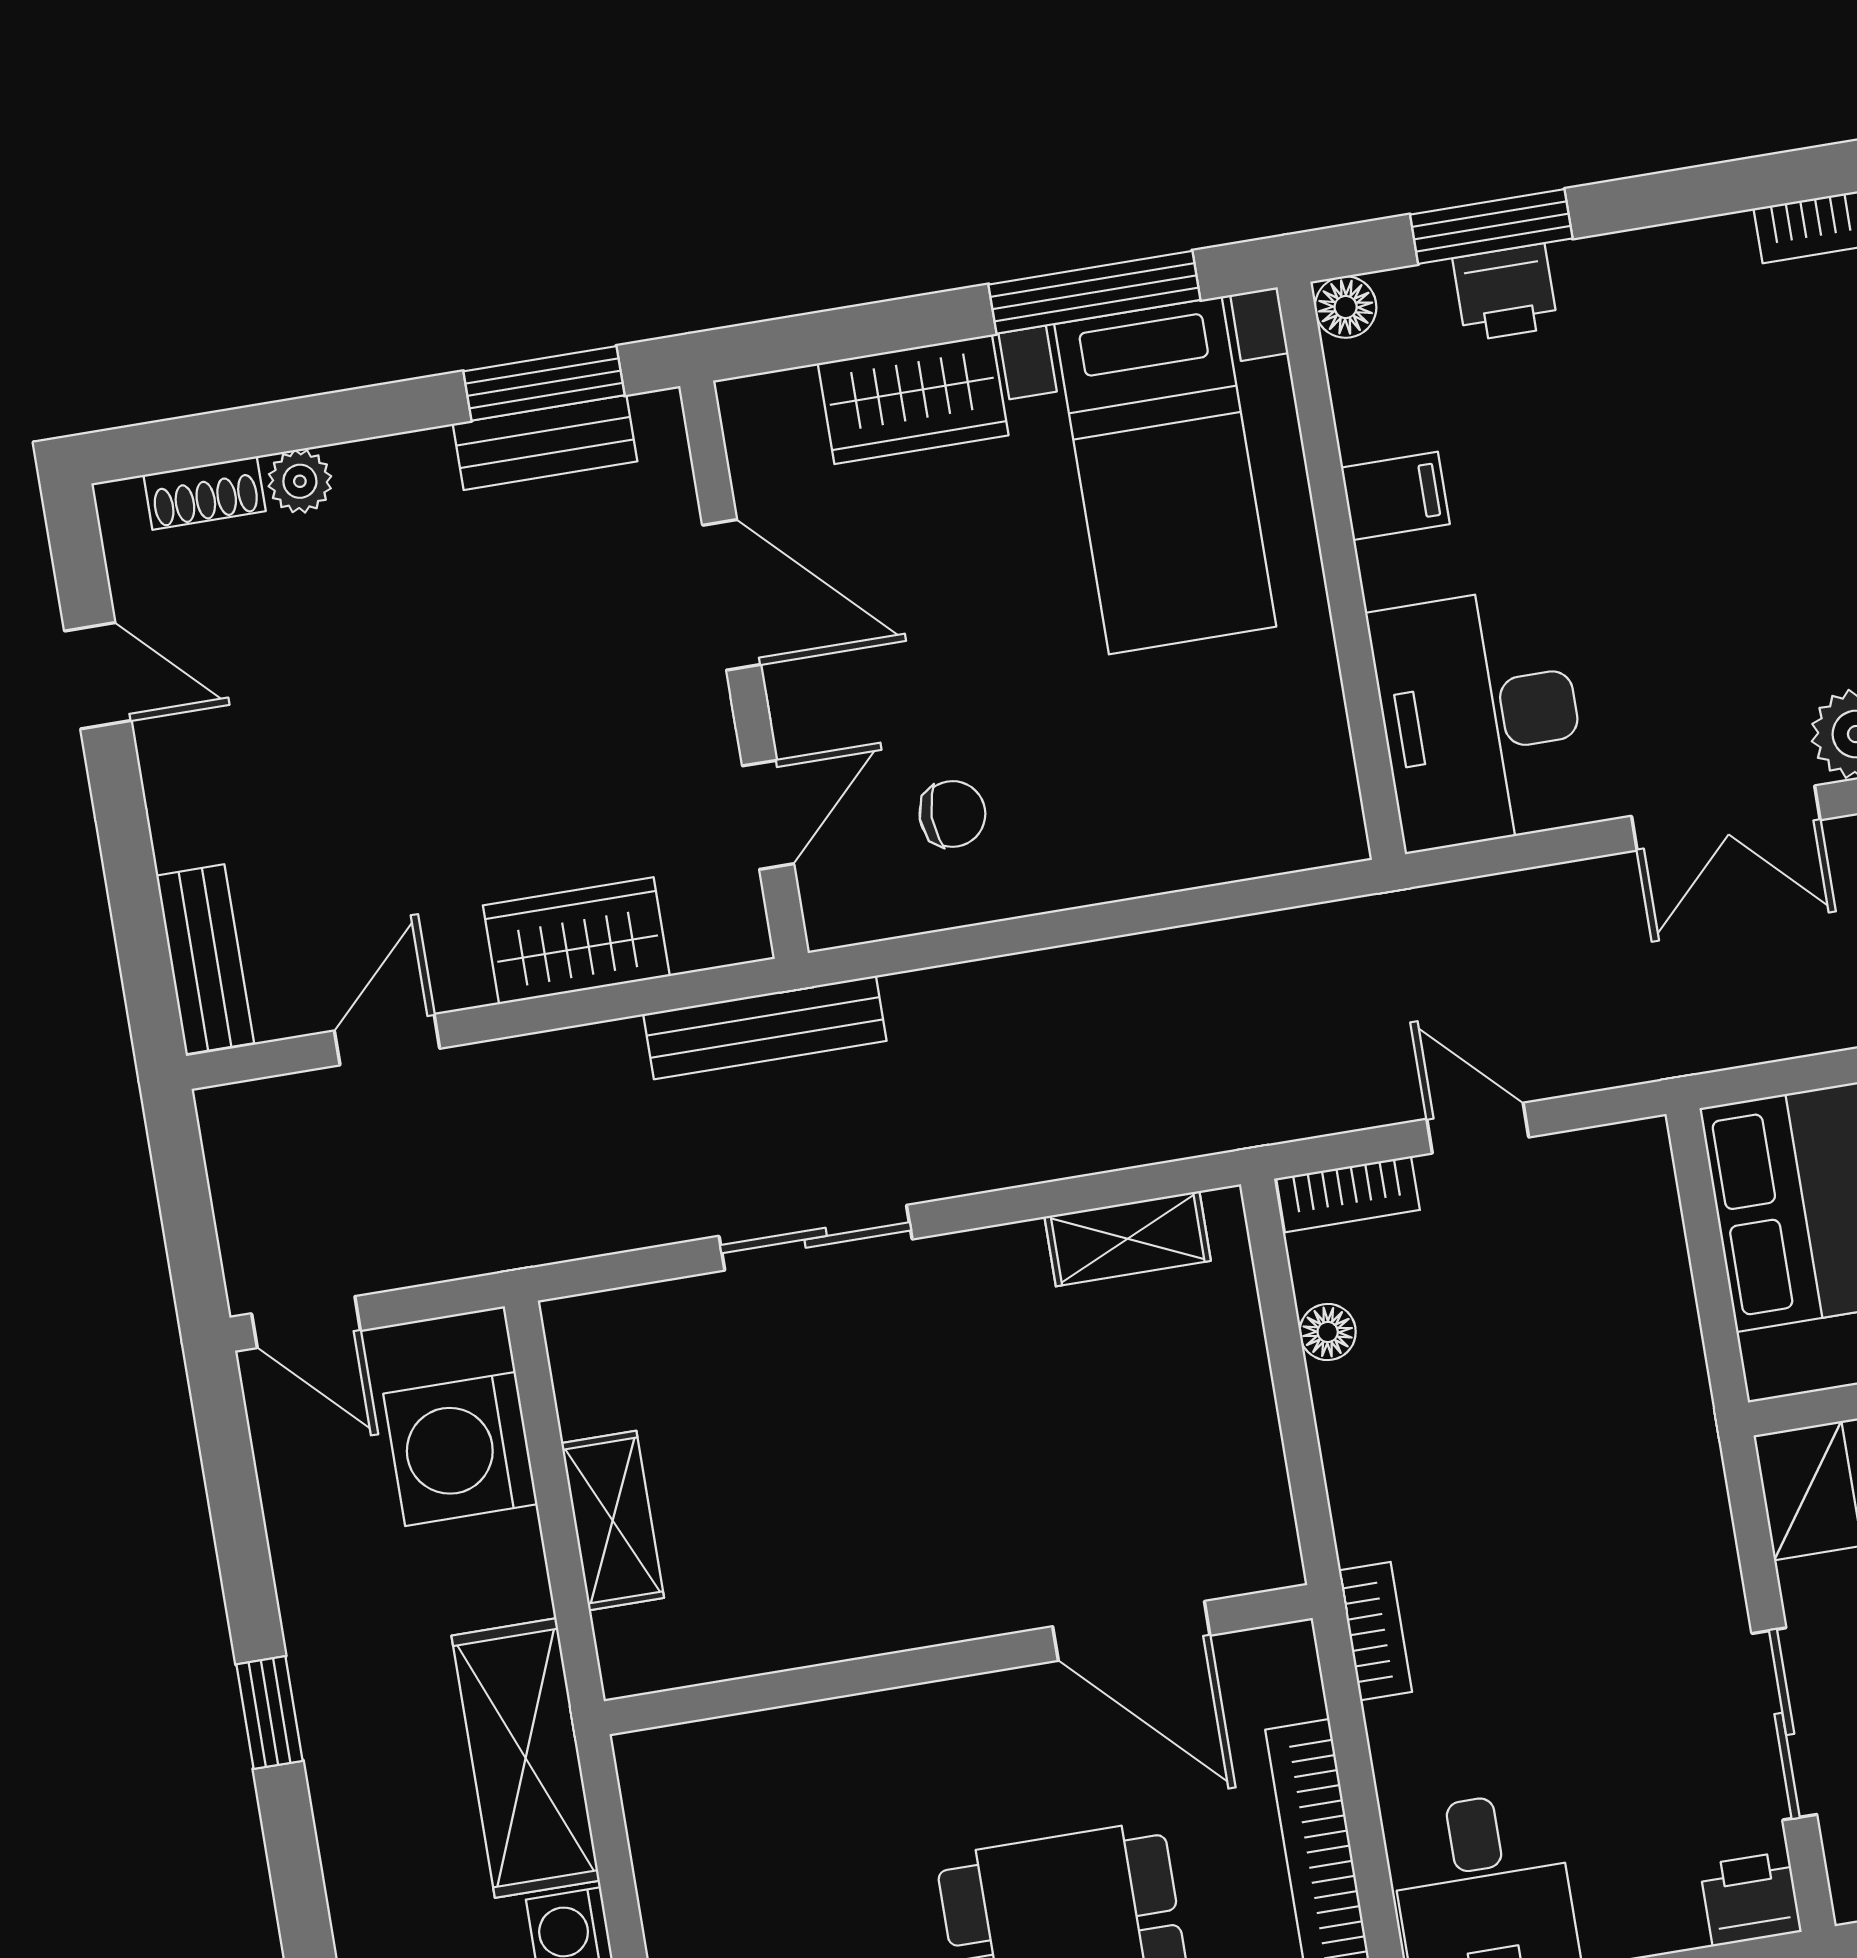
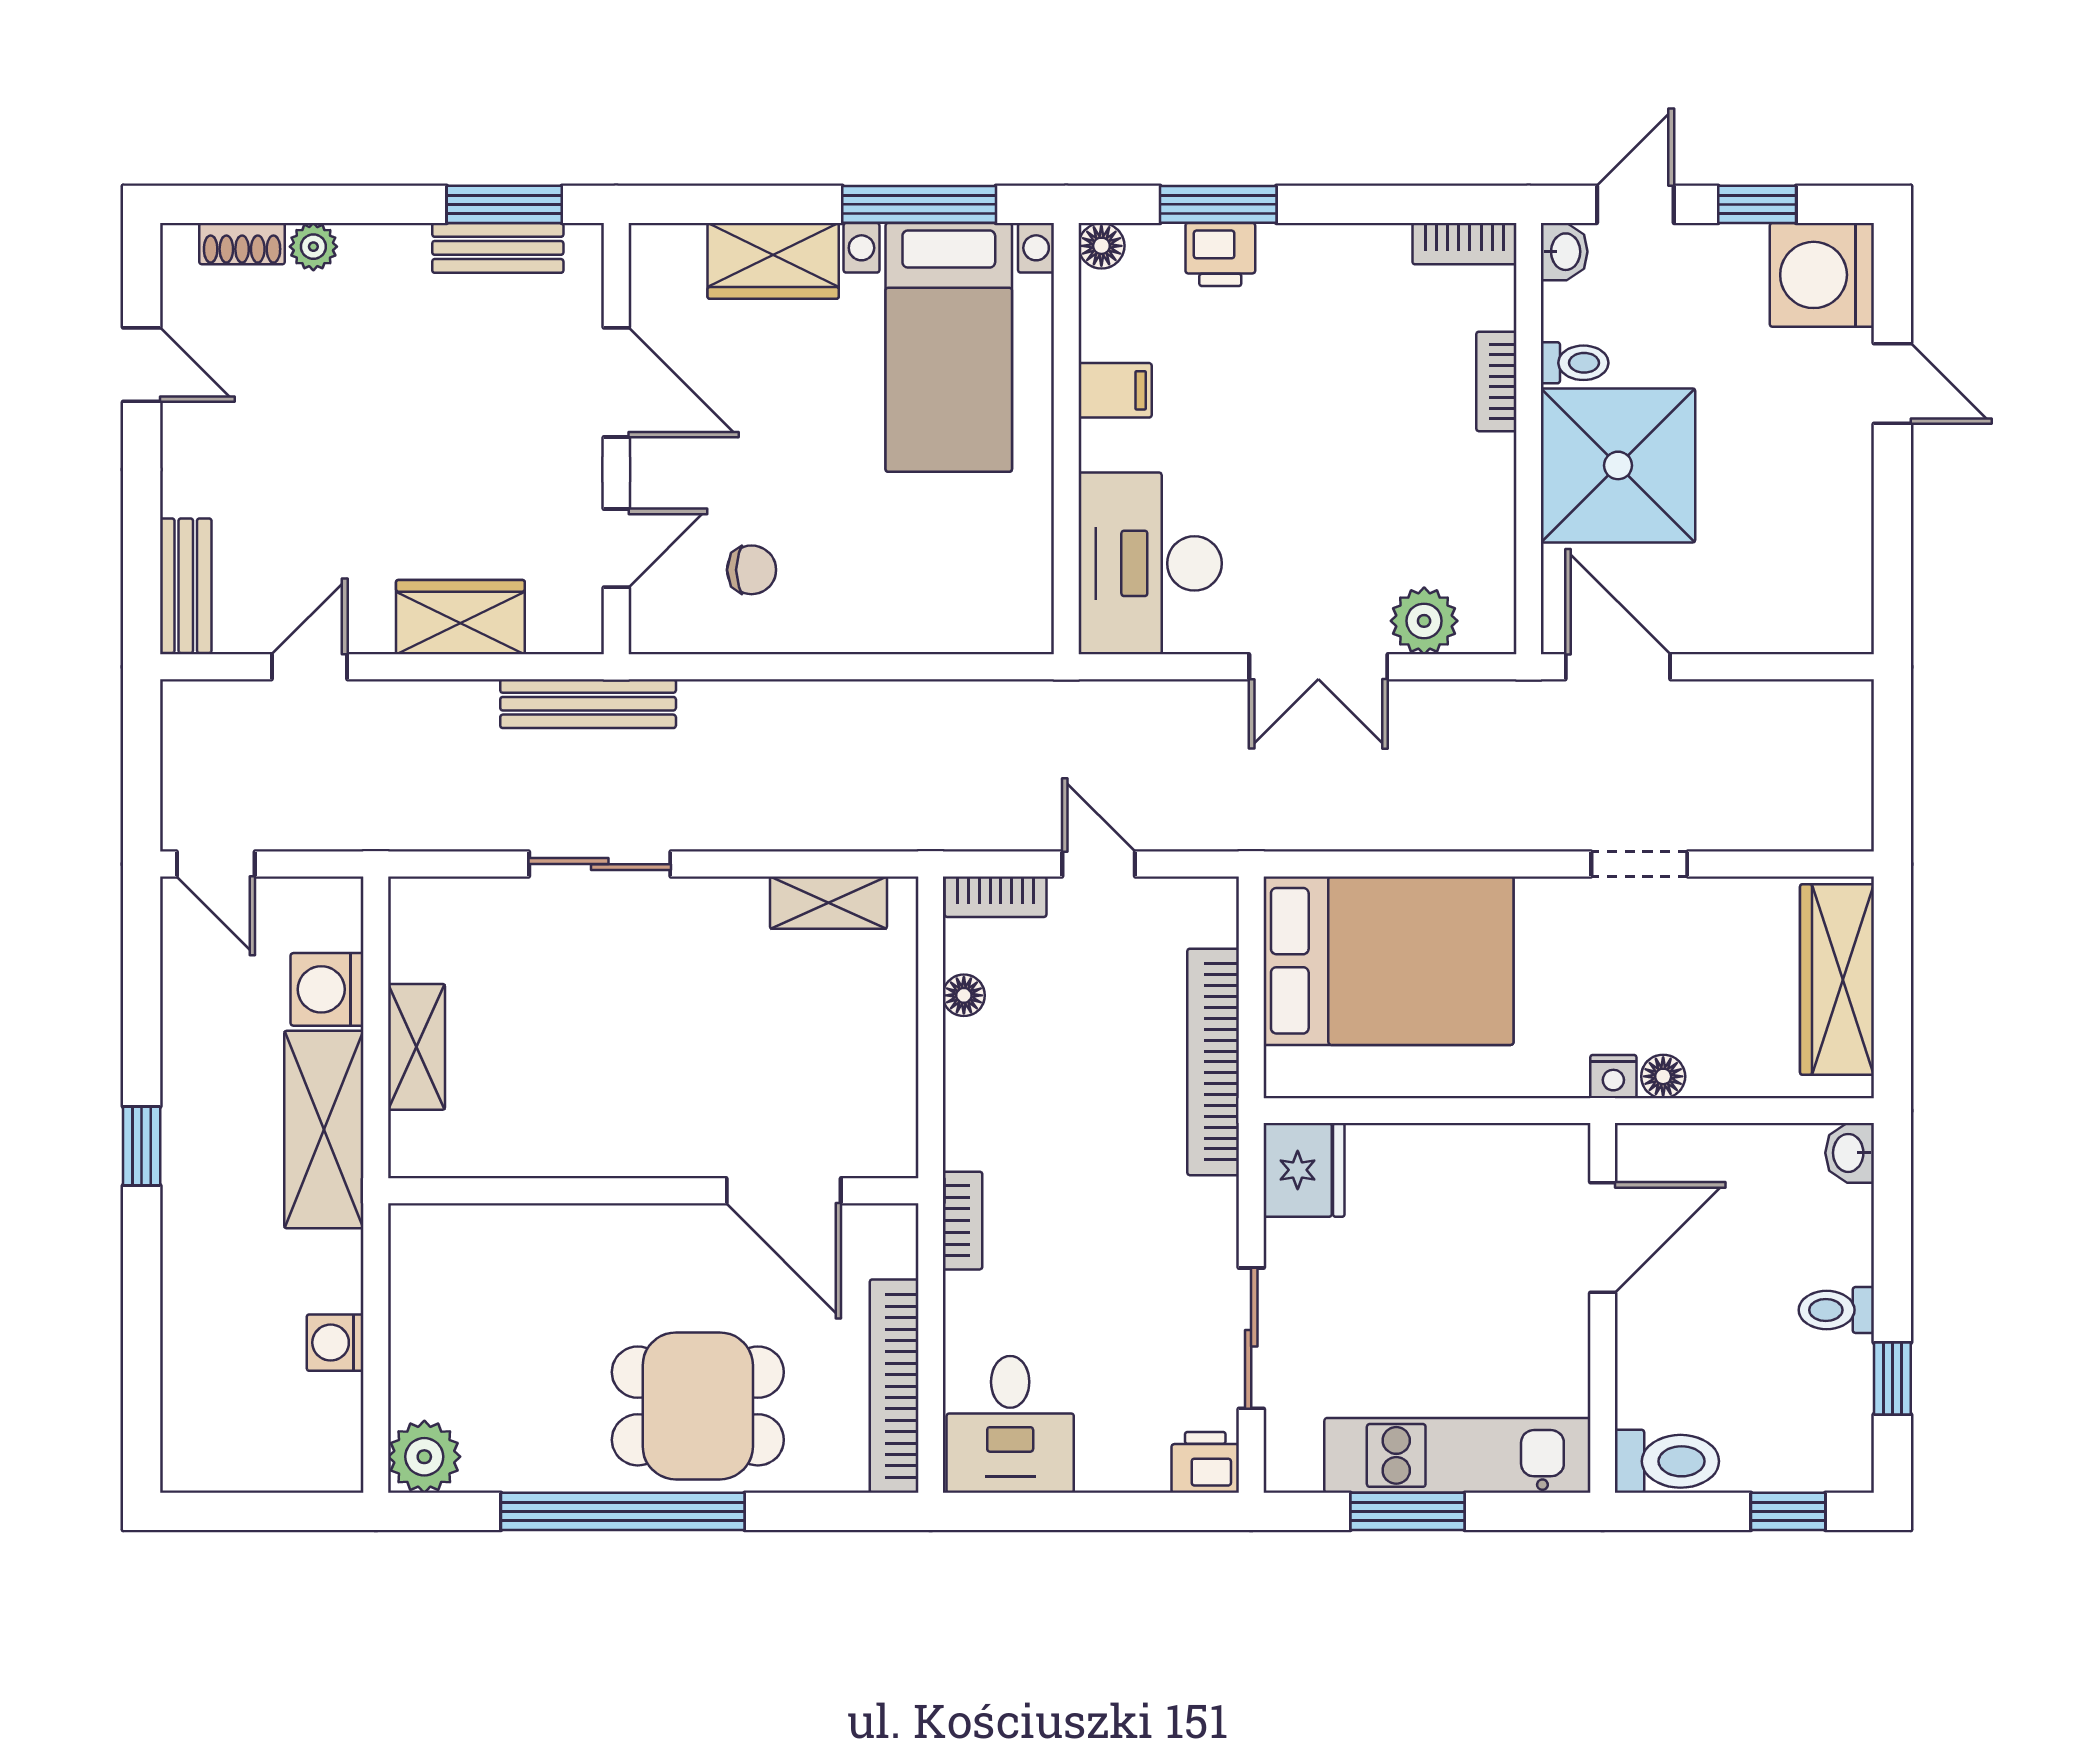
bookcase: (1673, 1366) -> (1213, 1062), added
washing machine: (460, 1449) -> (327, 989), width x0.73, depth x0.73
shelving: (526, 1758) -> (324, 1130), moved

